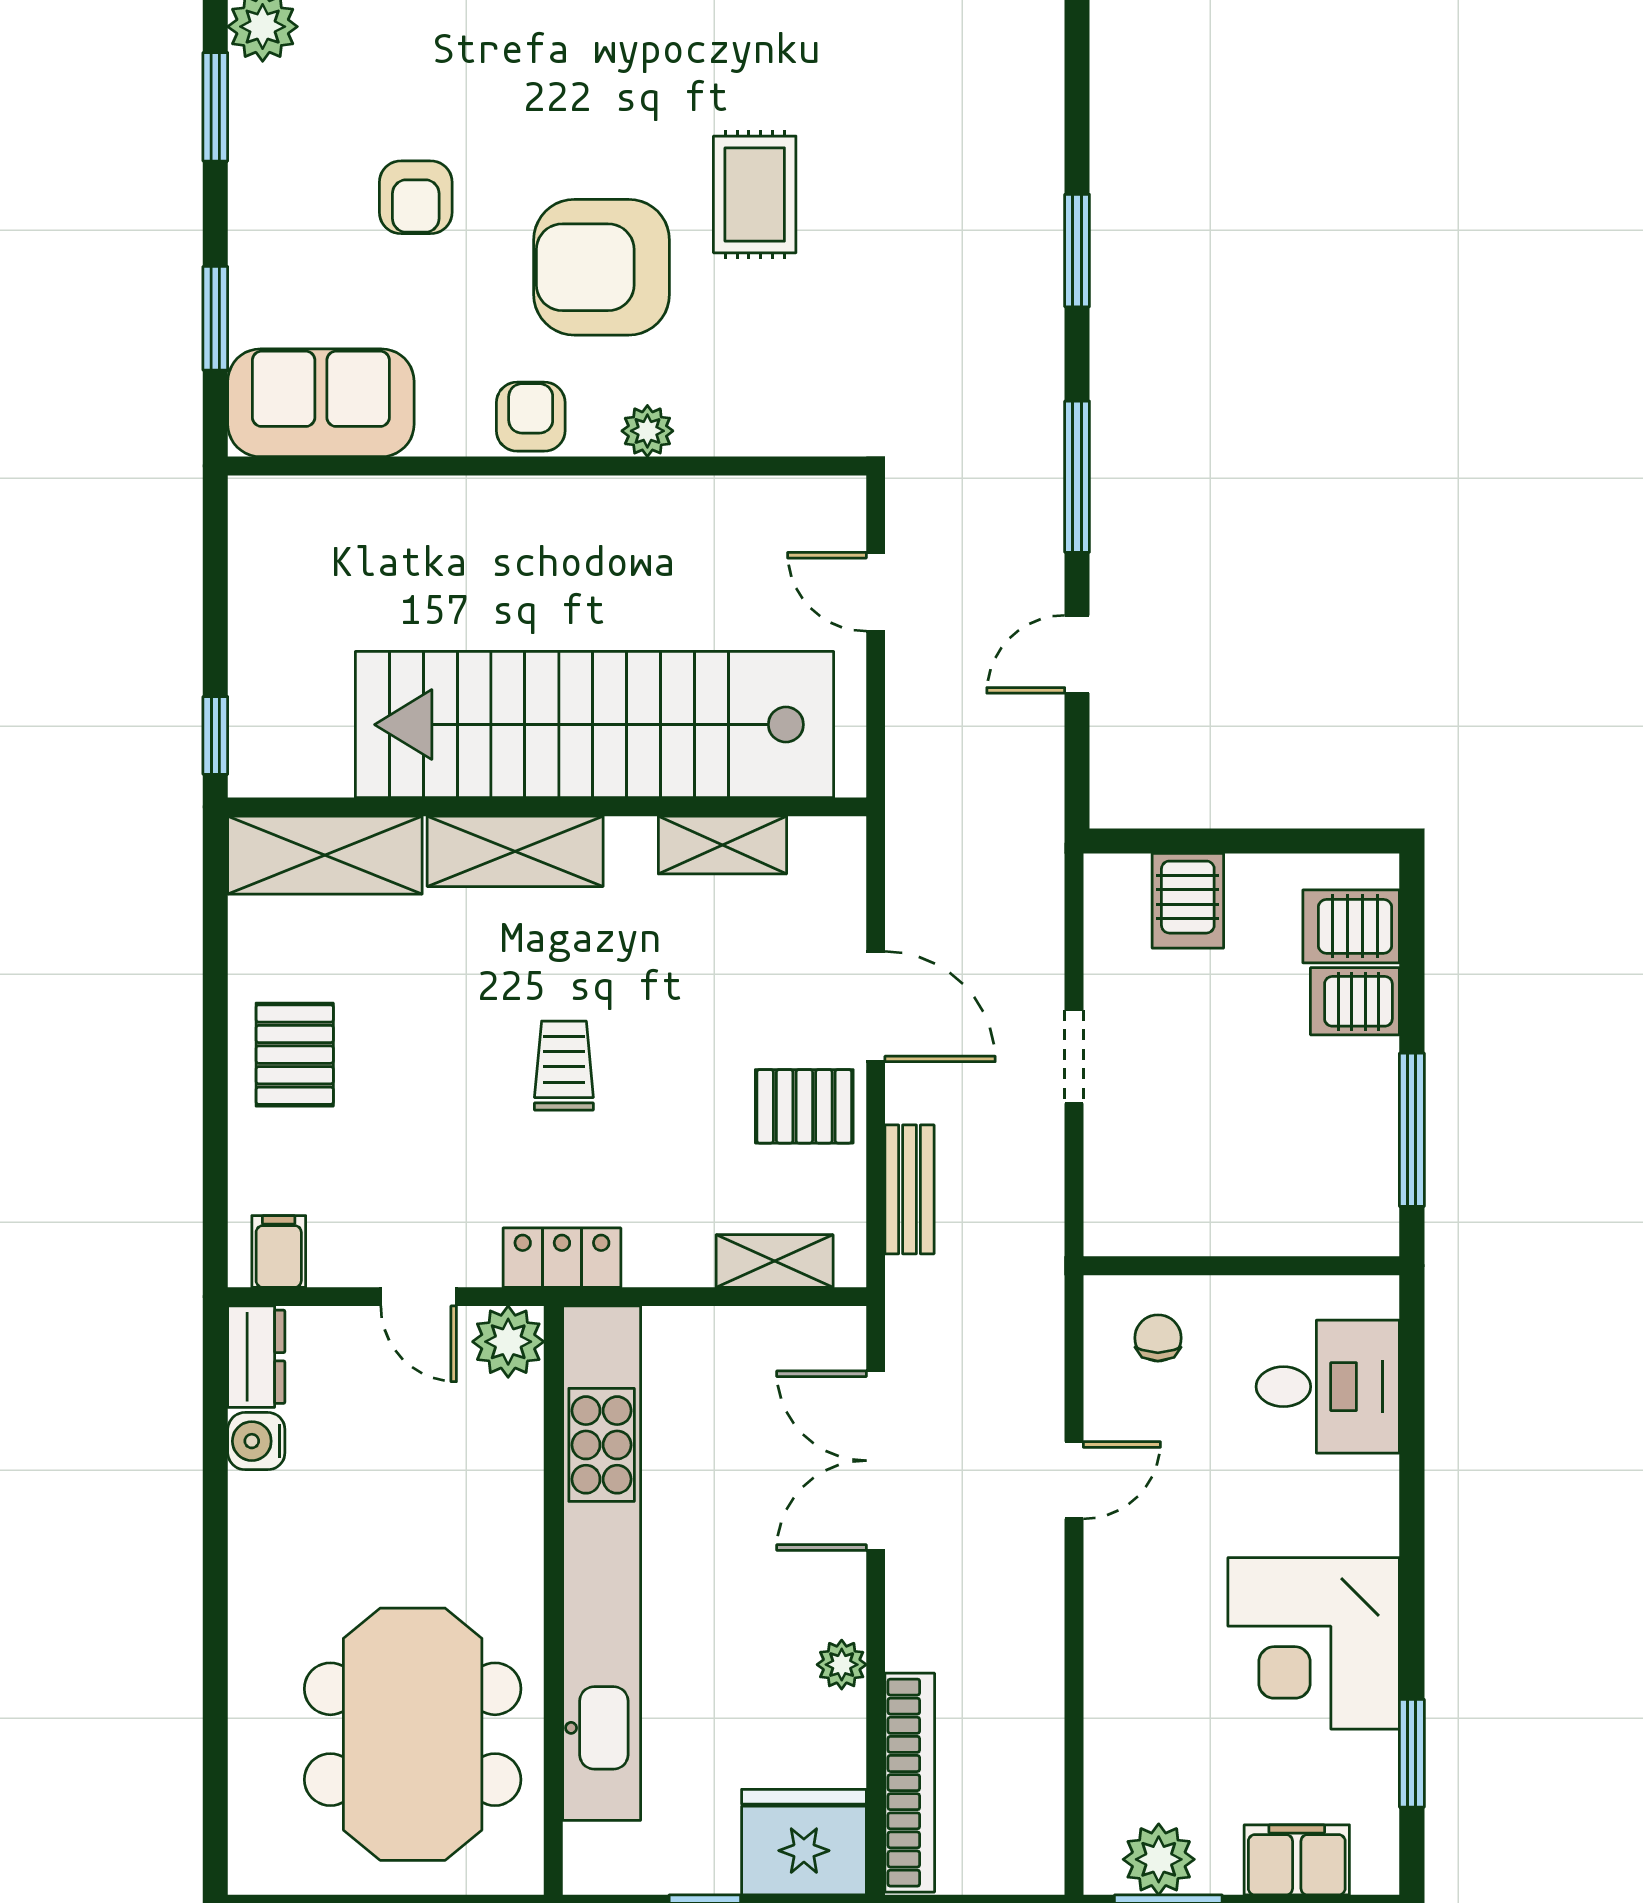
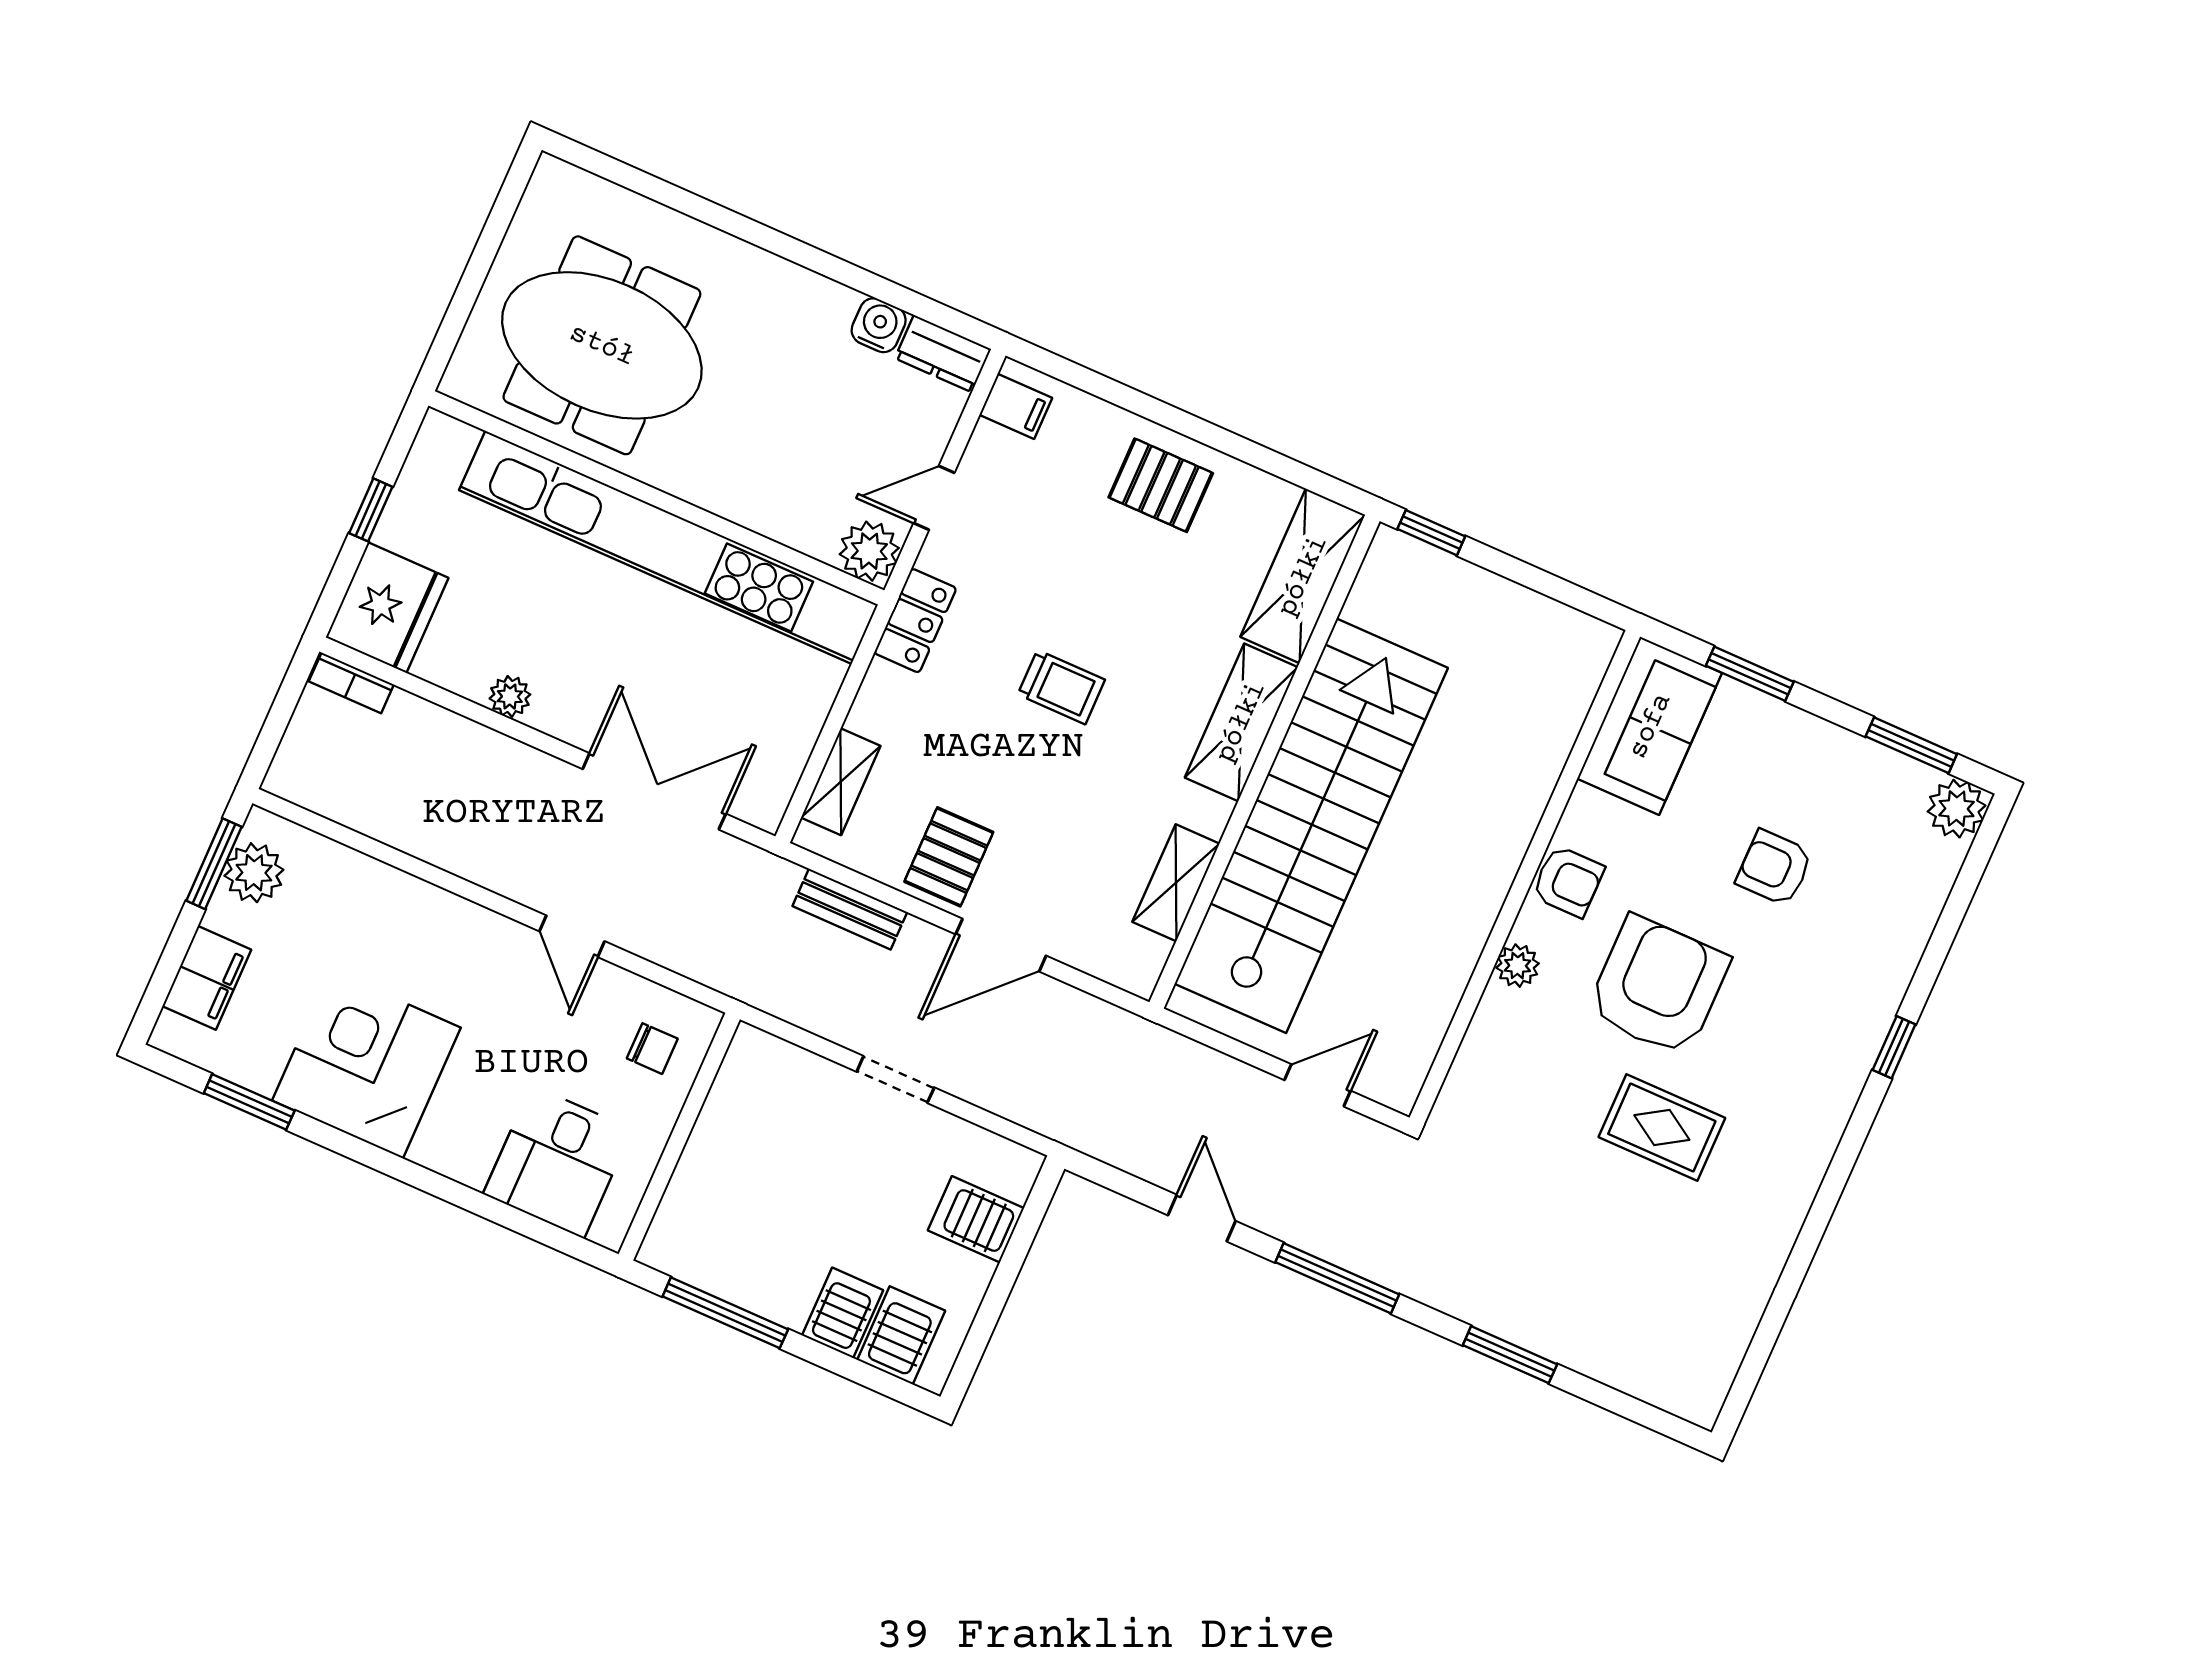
bookcase: (910, 1783) -> (351, 683), width x0.43, depth x0.76

